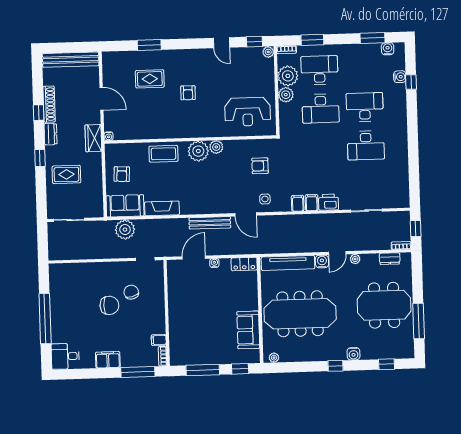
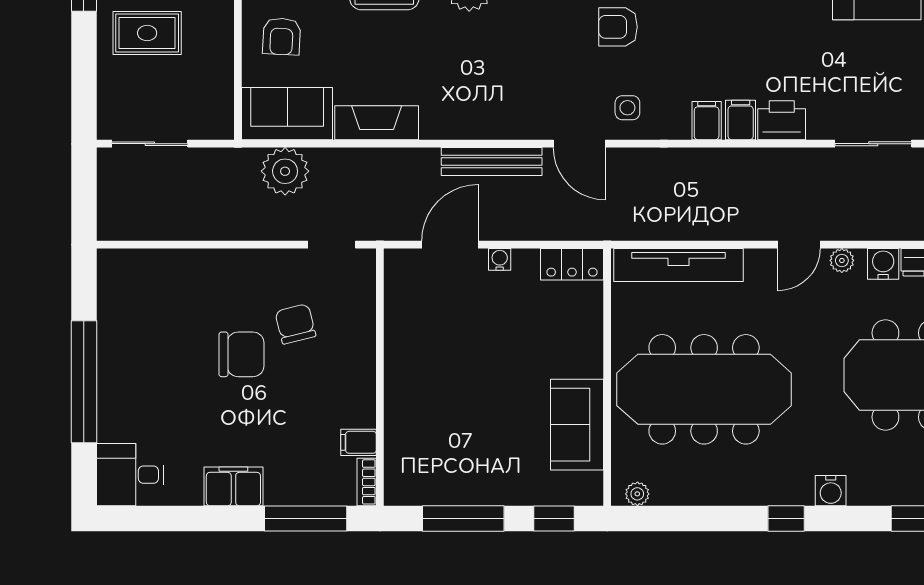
water cooler: (322, 261) -> (883, 264), moved

